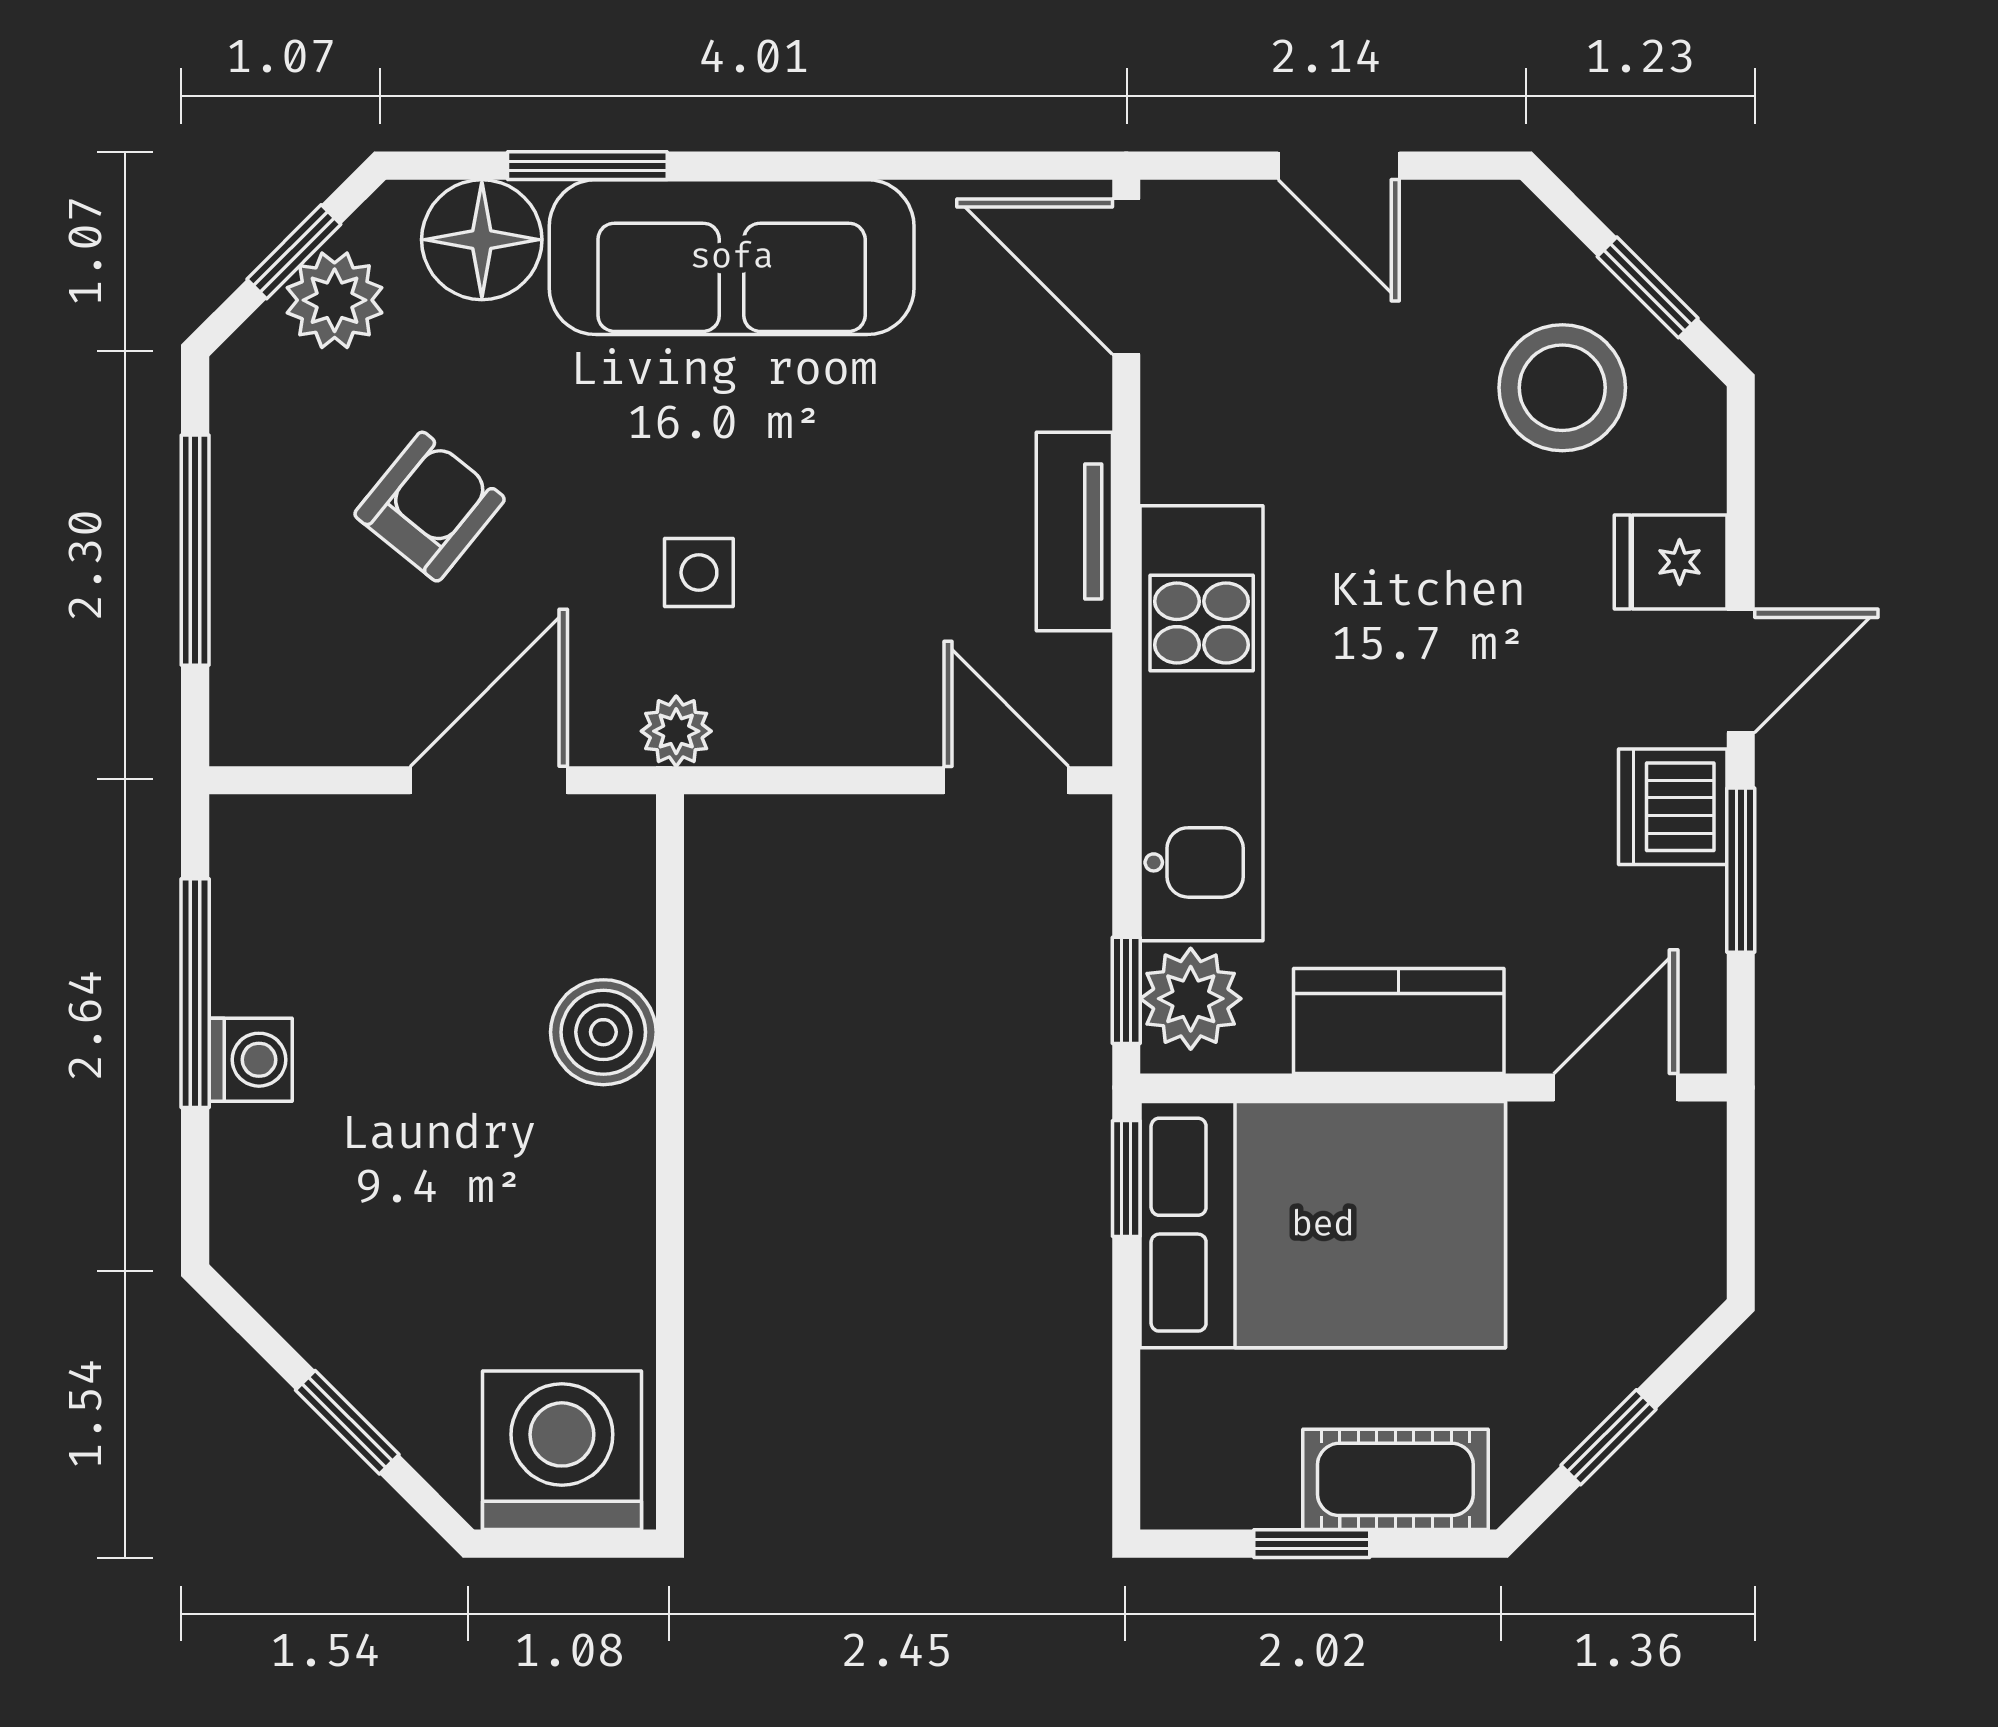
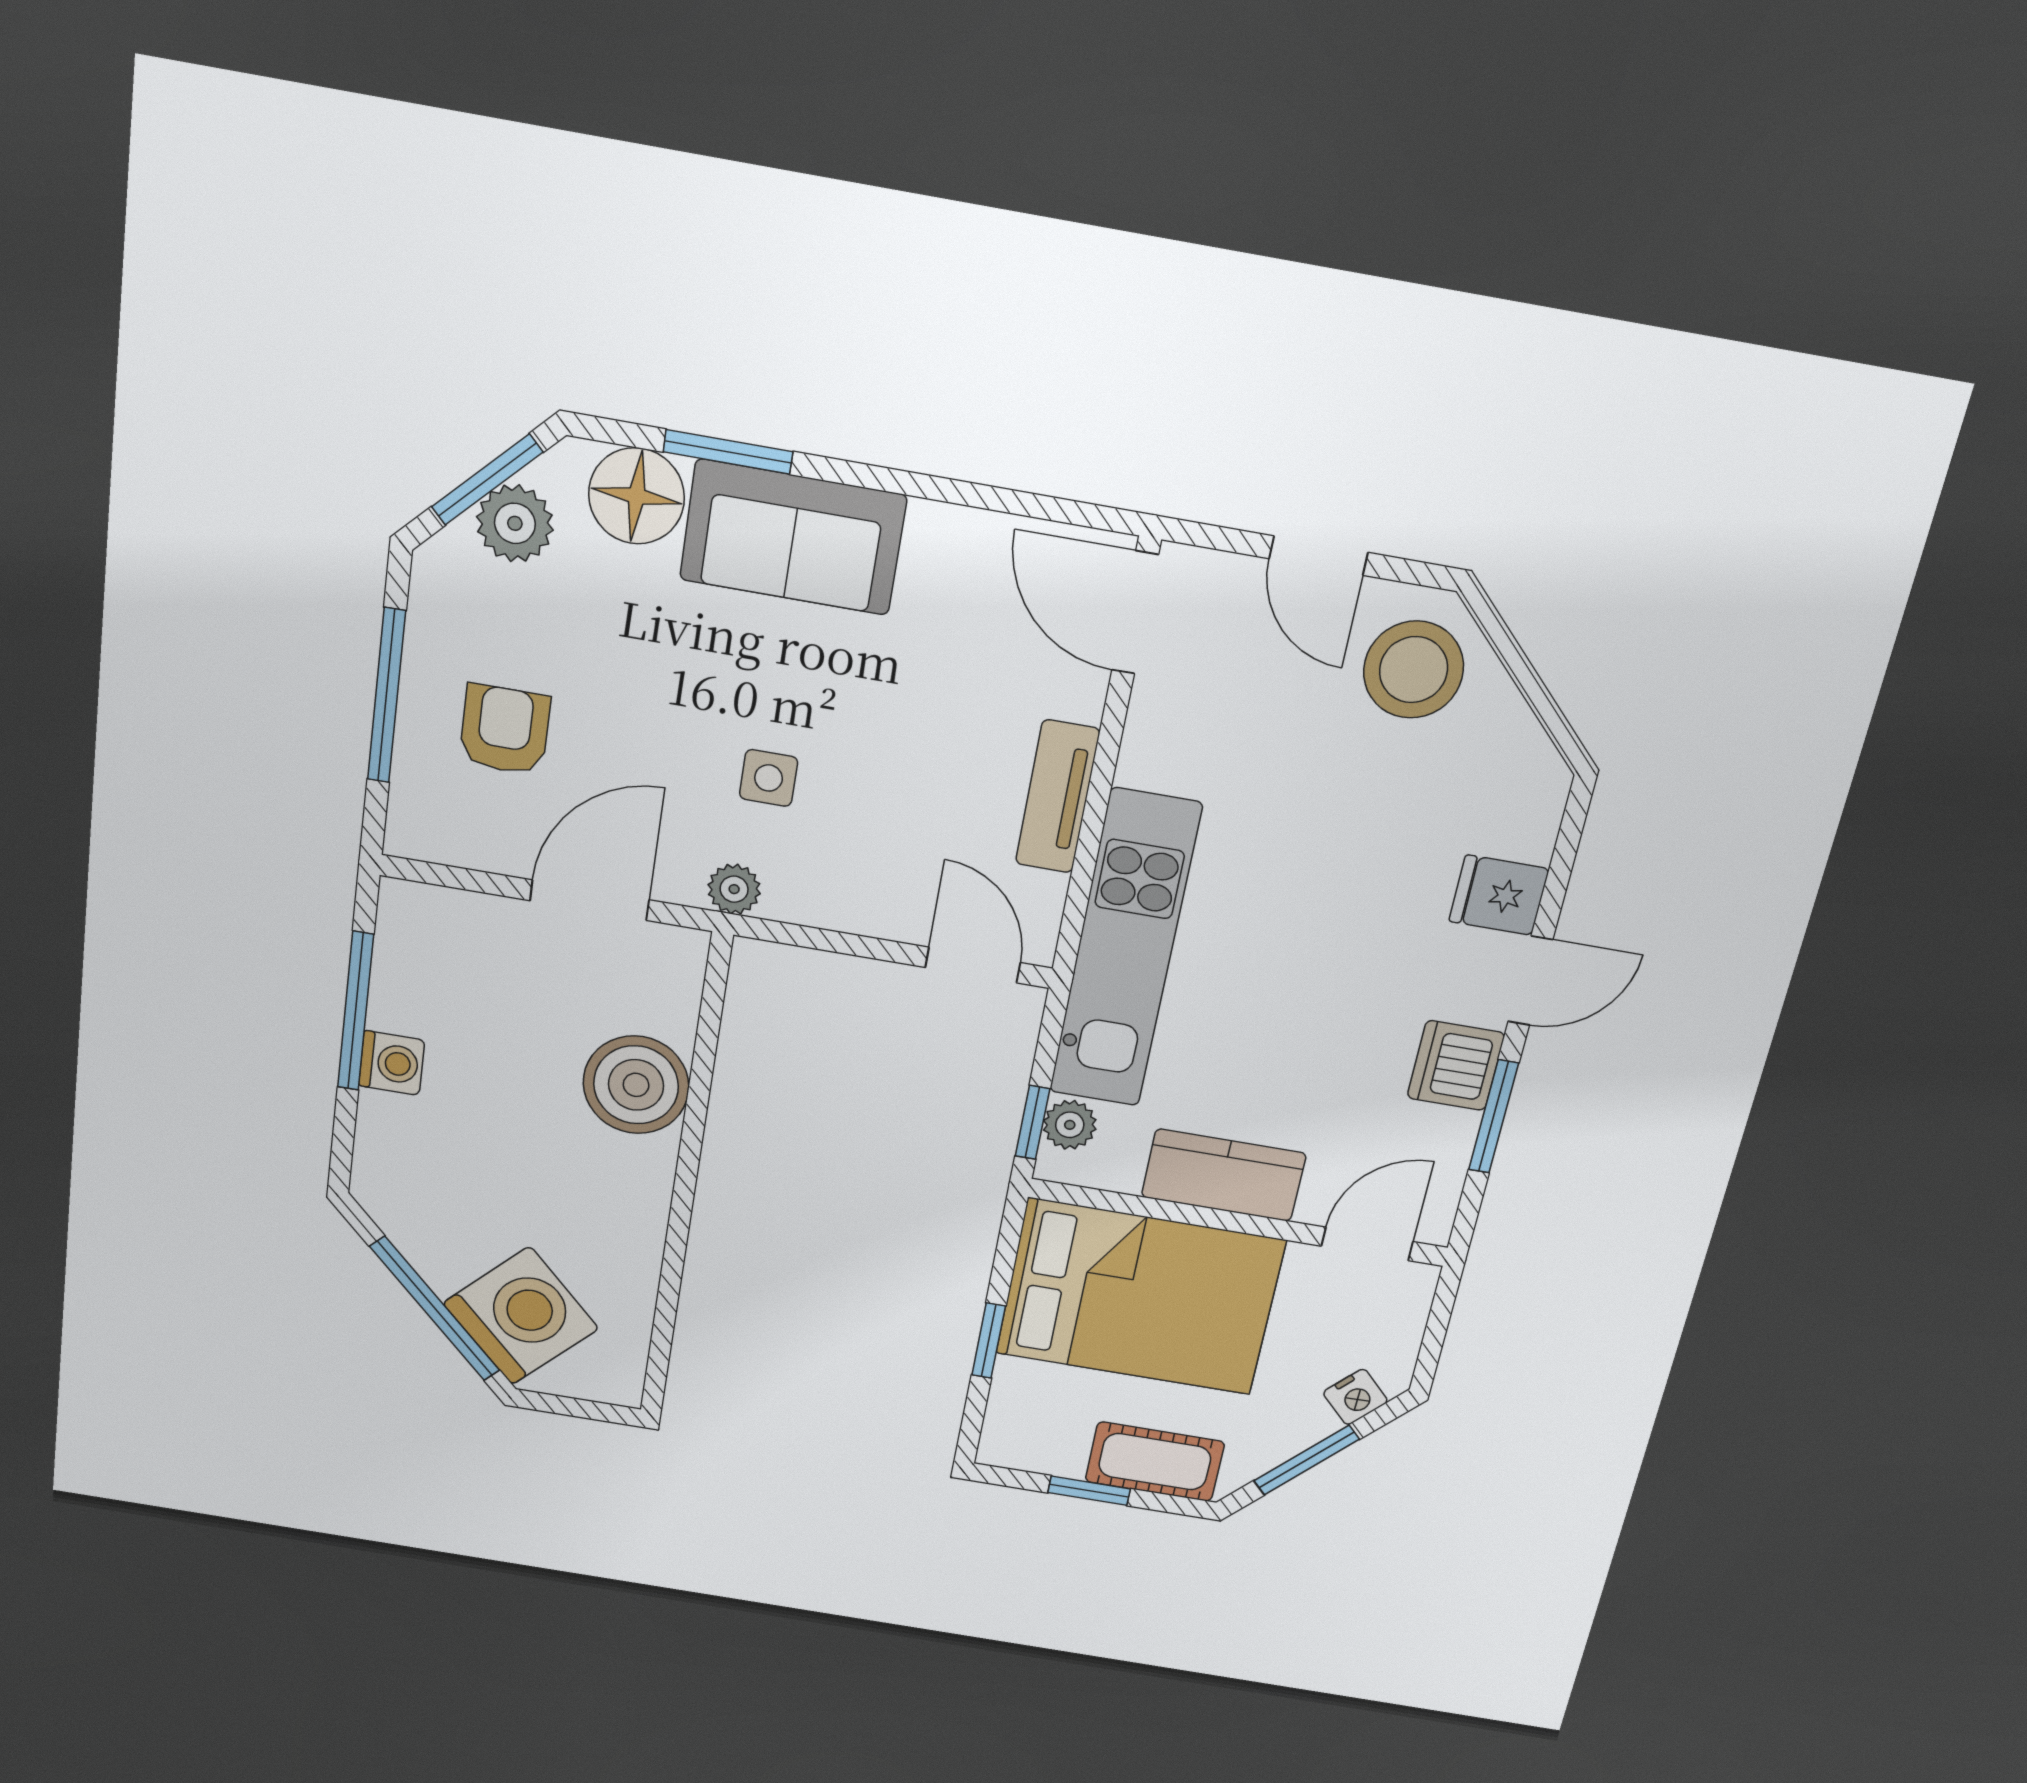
window: (294, 252) -> (487, 480), width x1.50
sofa: (732, 257) -> (793, 537), width x0.73
window: (1648, 287) -> (1534, 691), removed
stool: (1562, 388) -> (1414, 670), moved
armchair: (430, 507) -> (505, 730), moved, turned -39
plant: (1191, 999) -> (1070, 1125), width x0.73, depth x0.73
boiler: (603, 1032) -> (636, 1085), width x1.37, depth x1.37
window: (1126, 1178) -> (989, 1341), moved
nightstand: (1654, 1325) -> (1355, 1397), added
window: (347, 1422) -> (435, 1309), width x2.17
window: (1609, 1437) -> (1307, 1460), width x1.50
washing machine: (562, 1450) -> (521, 1316), moved, turned 45

